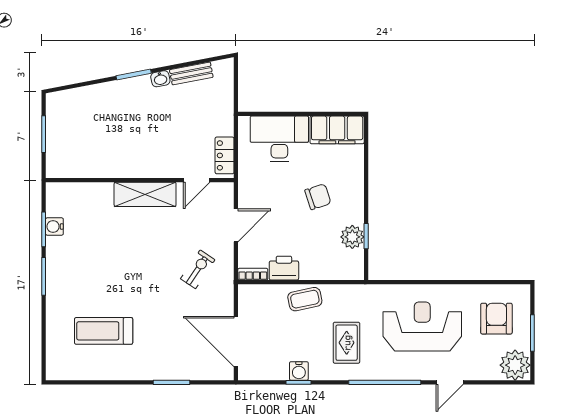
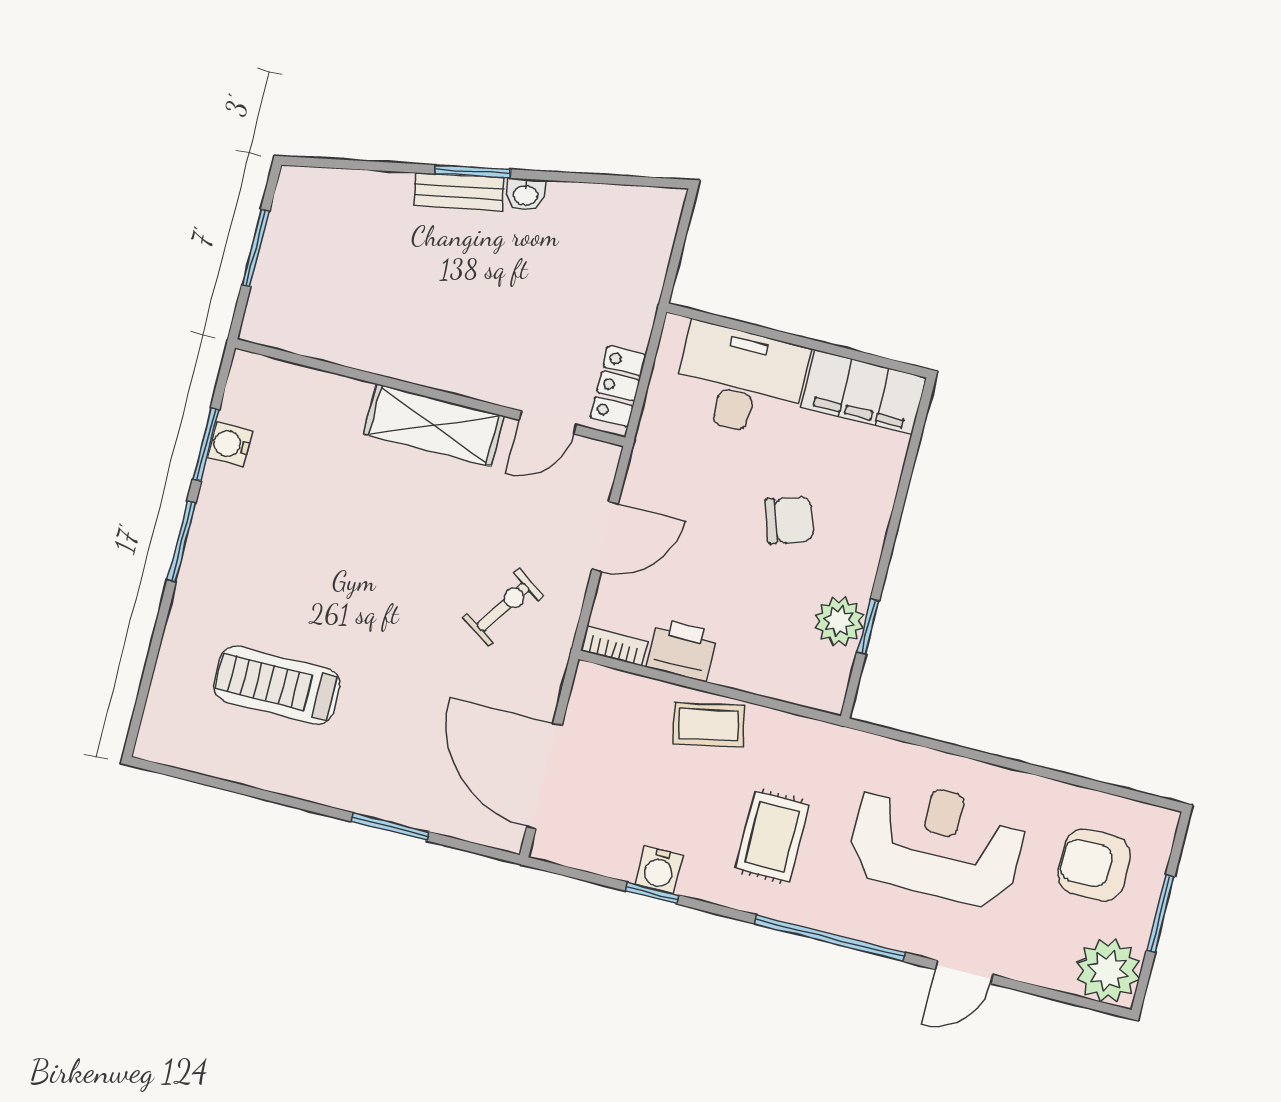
bench: (191, 73) -> (459, 192), moved
armchair: (496, 319) -> (1094, 865), turned -90

